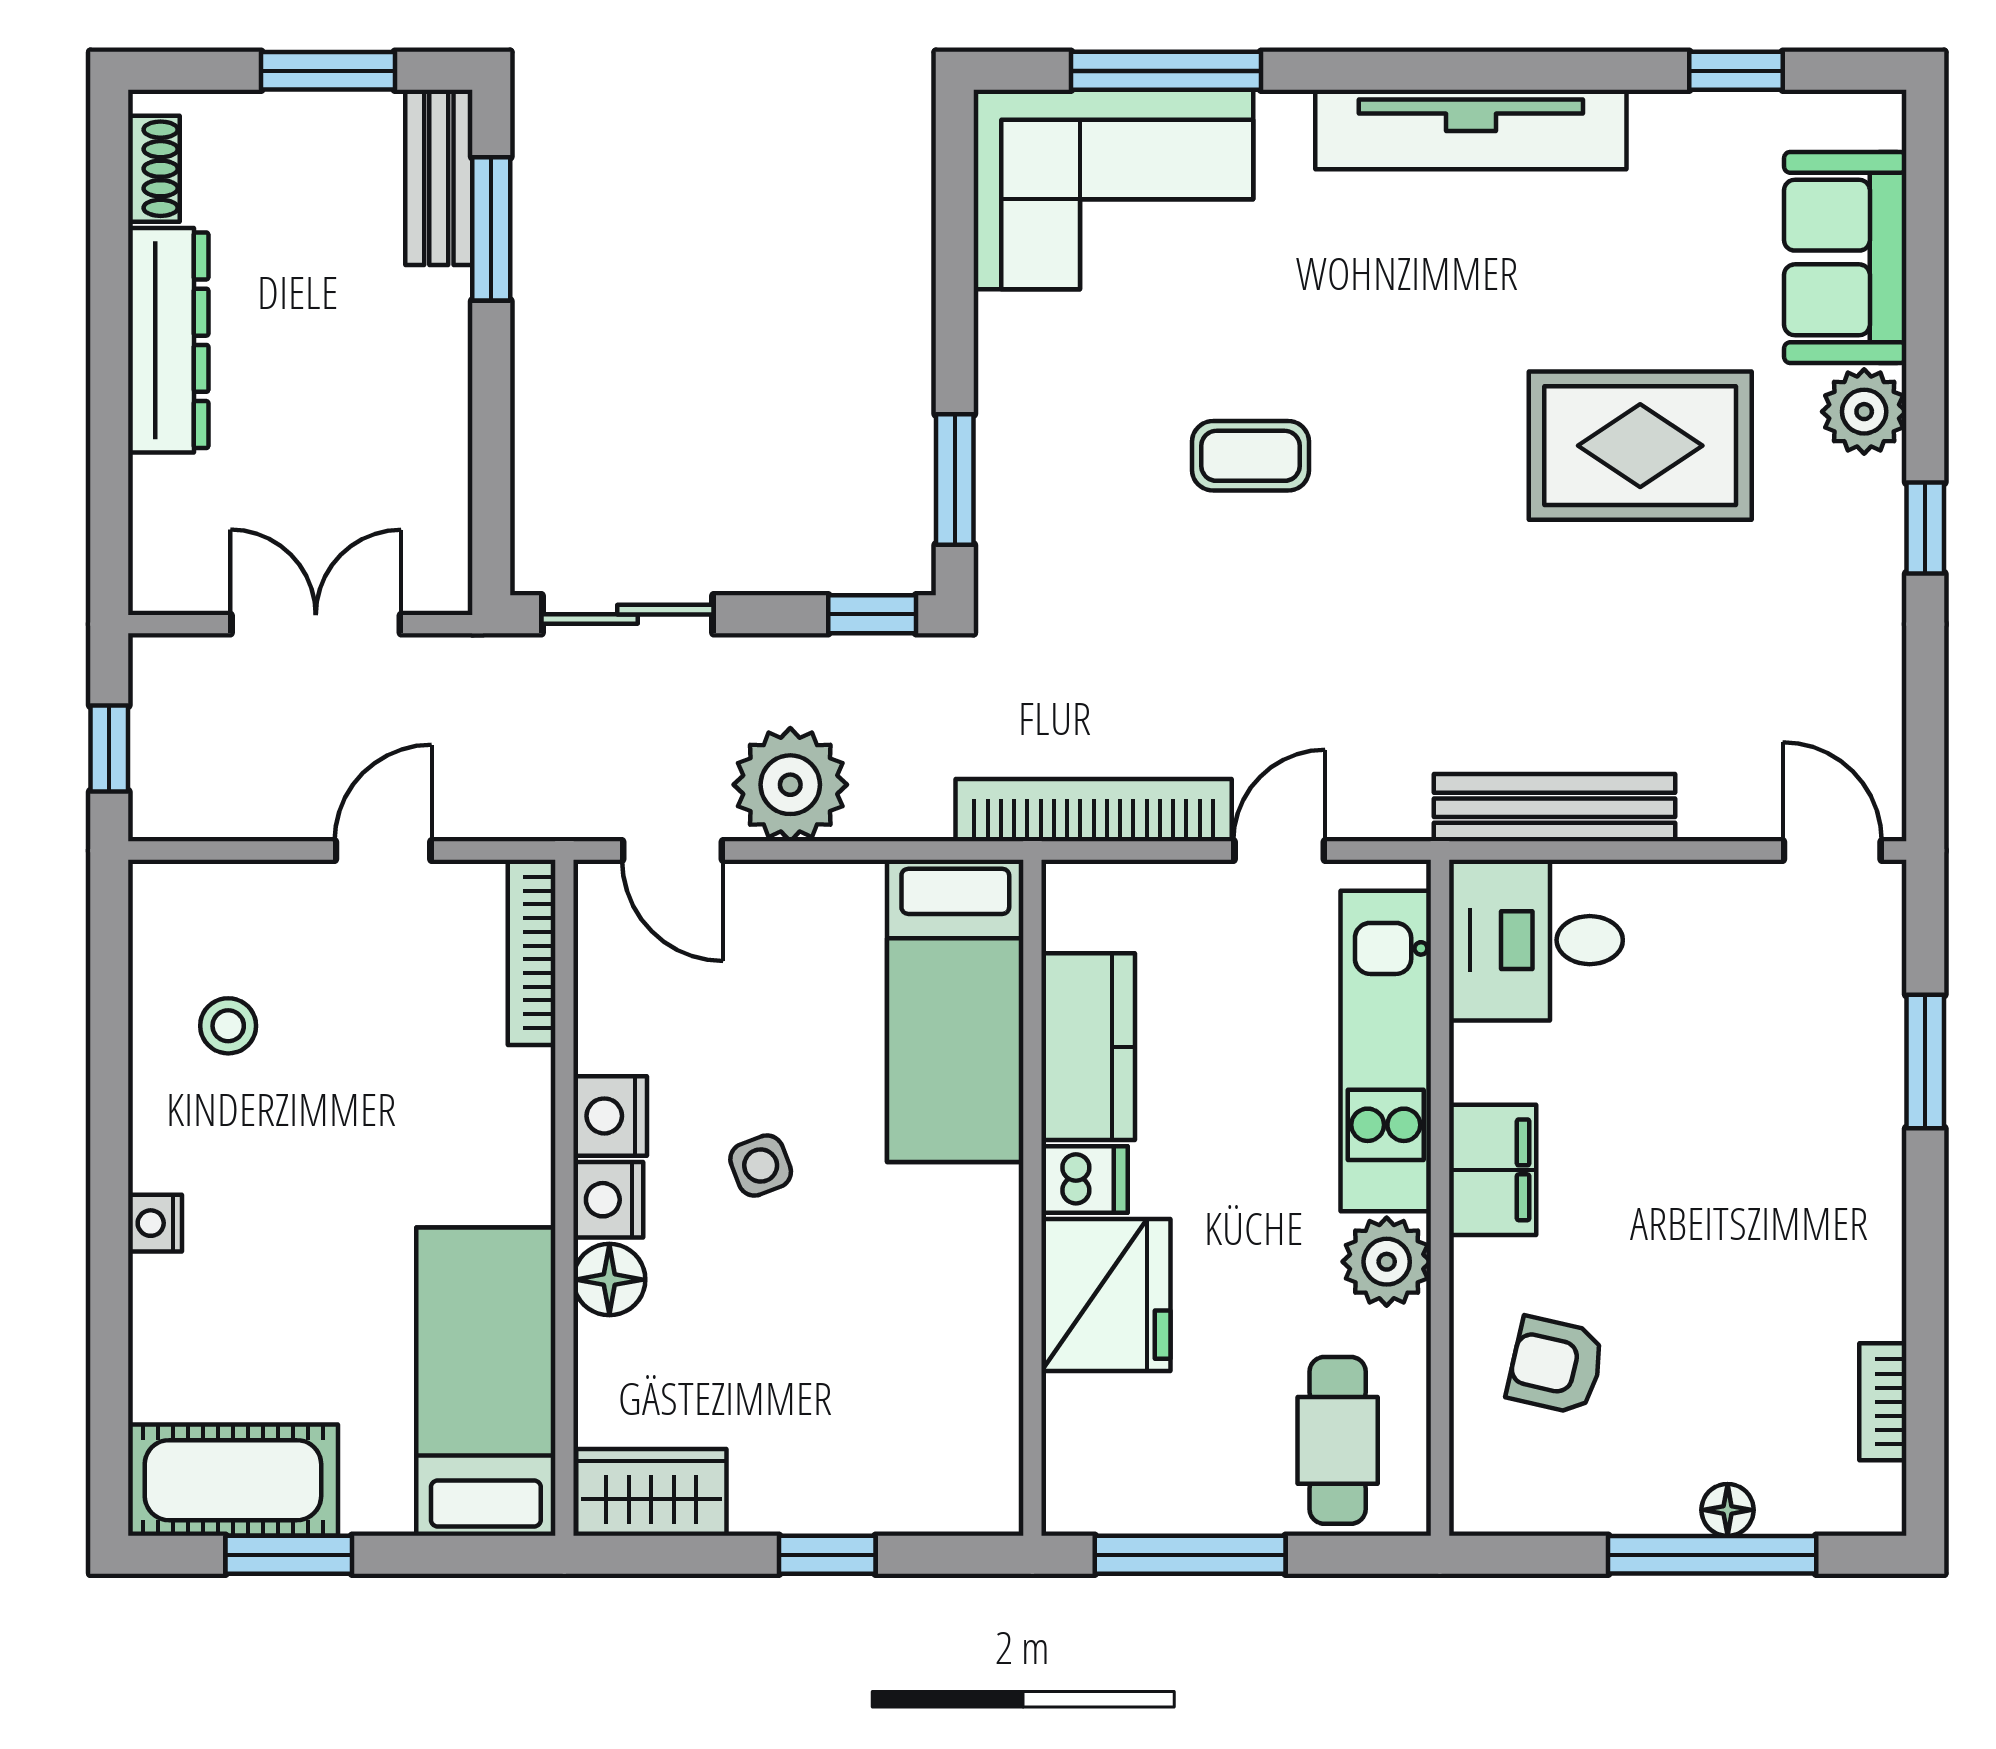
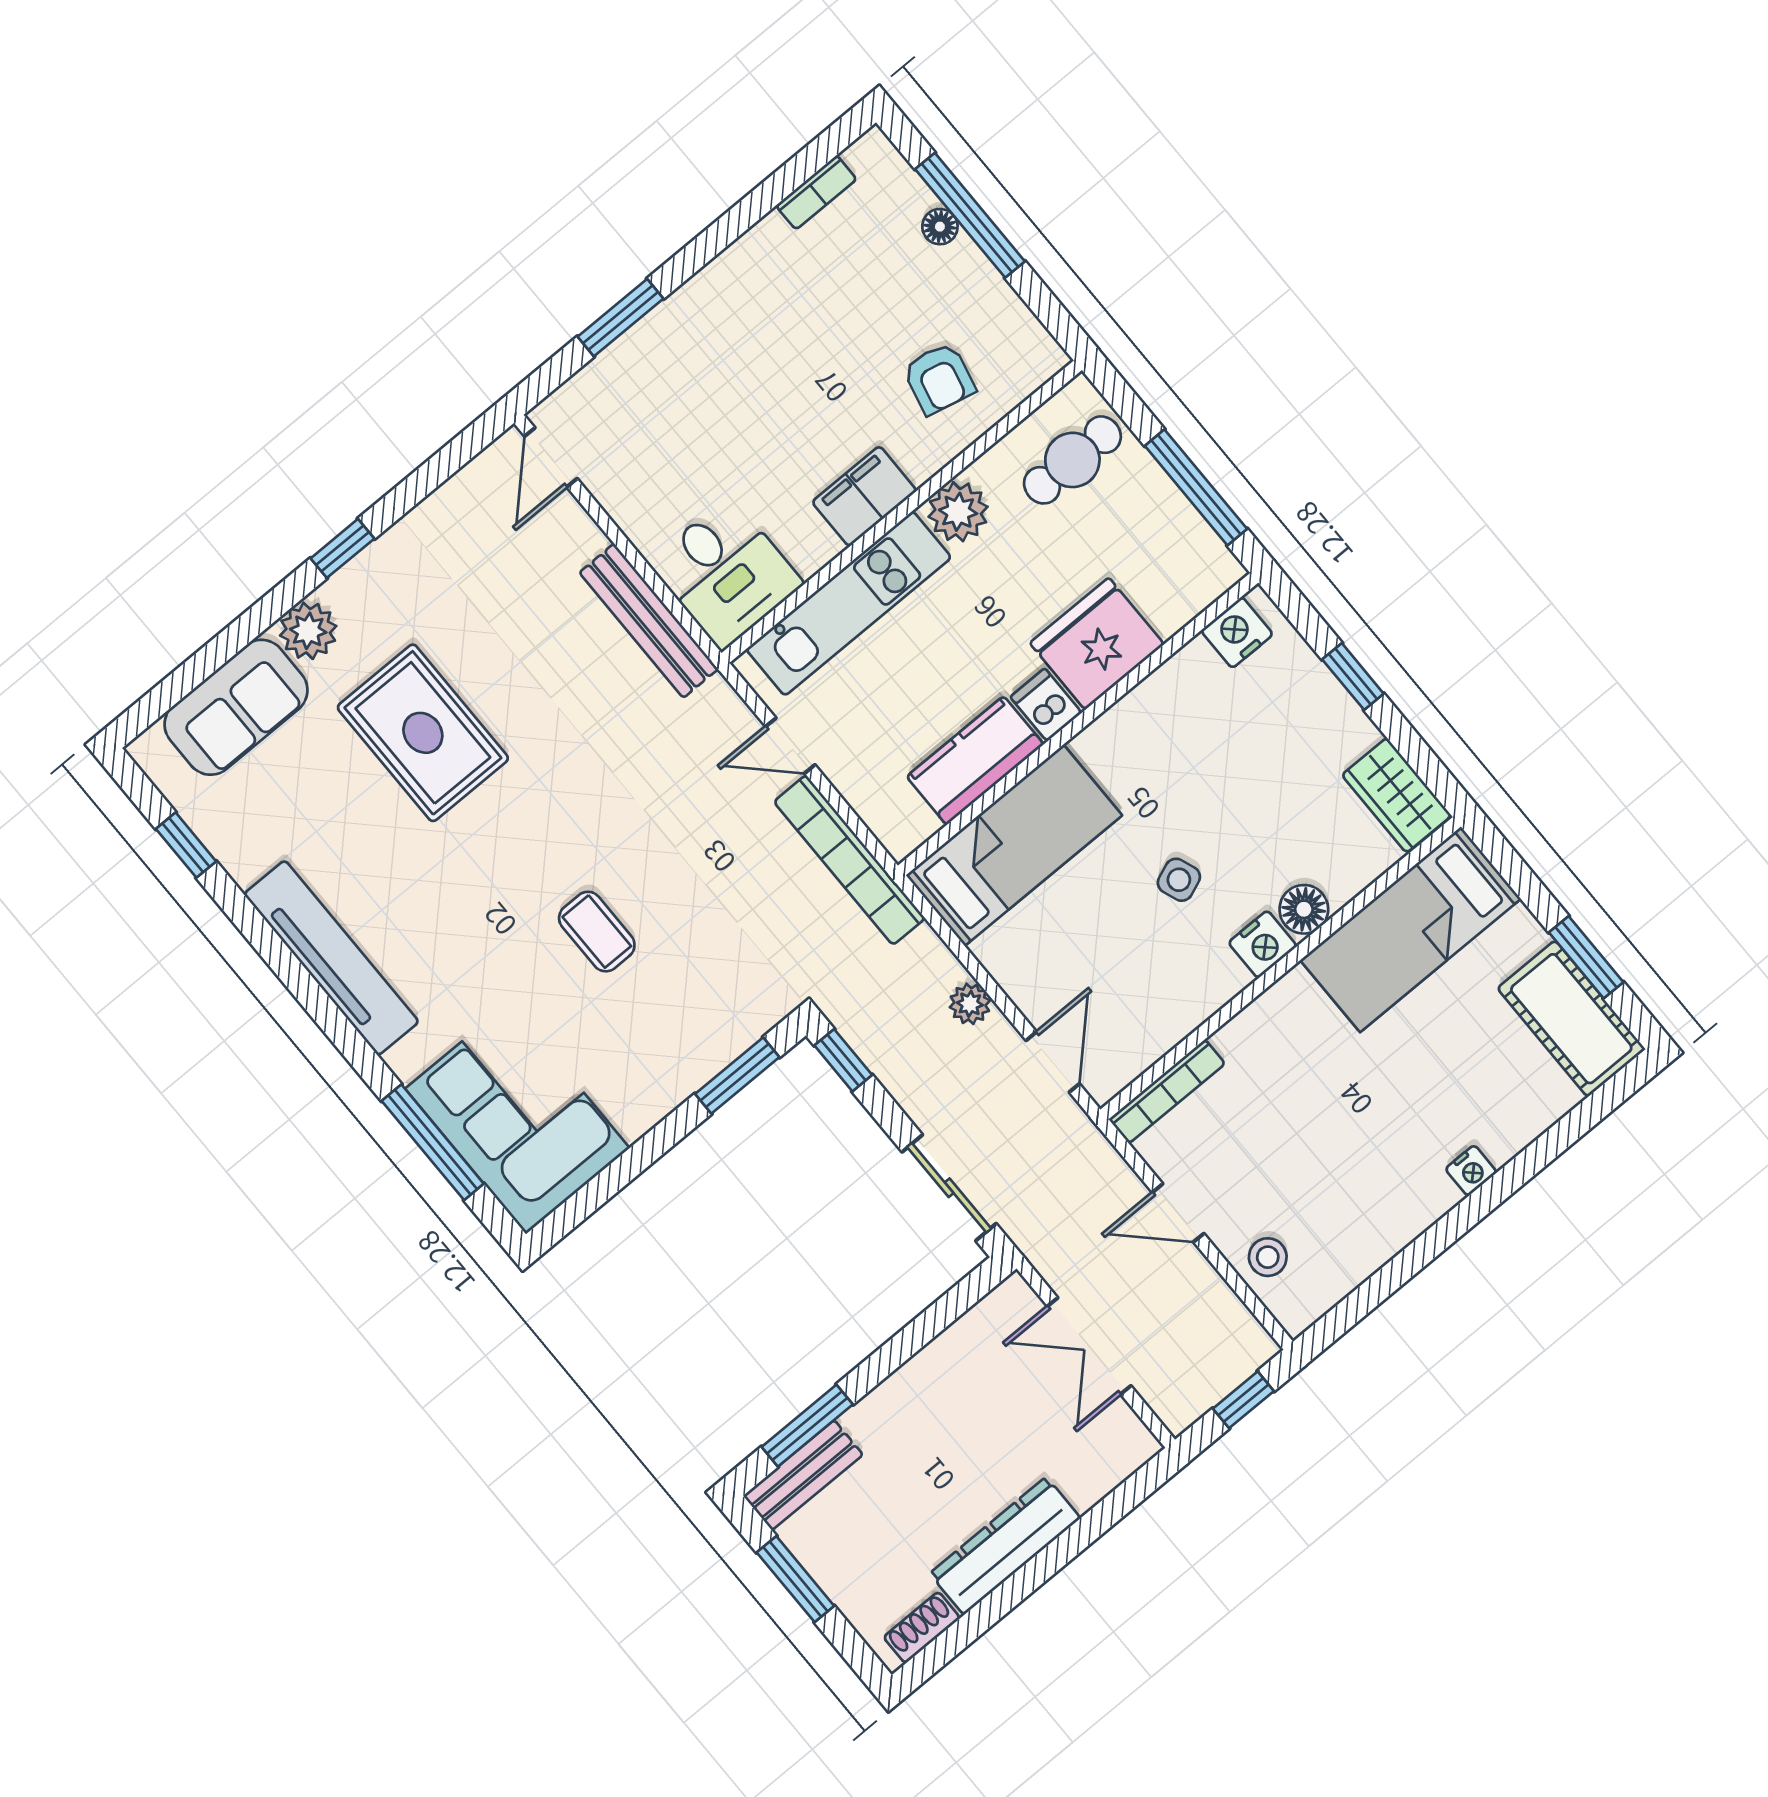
plant: (790, 785) -> (970, 1004), width x0.53, depth x0.53
stool: (228, 1026) -> (1268, 1257), moved
nightstand: (610, 1116) -> (1237, 632), moved, turned 180

